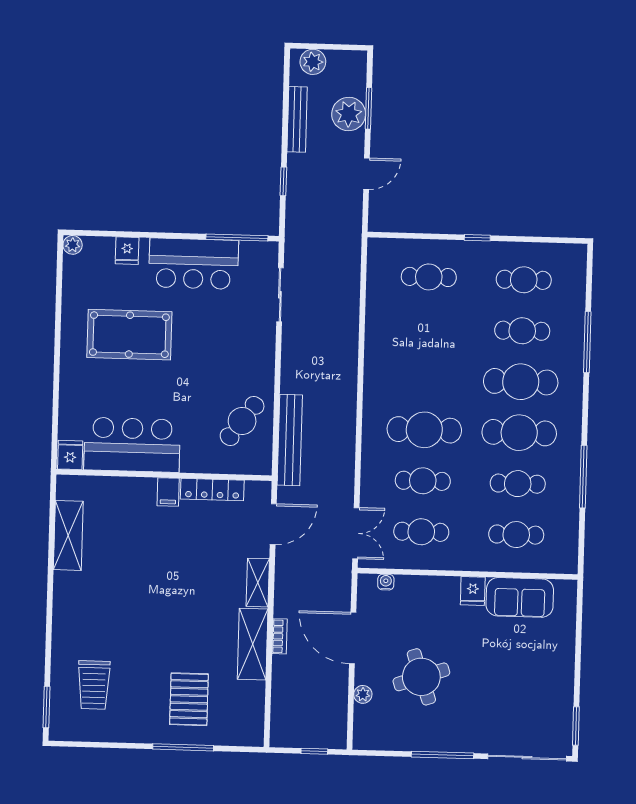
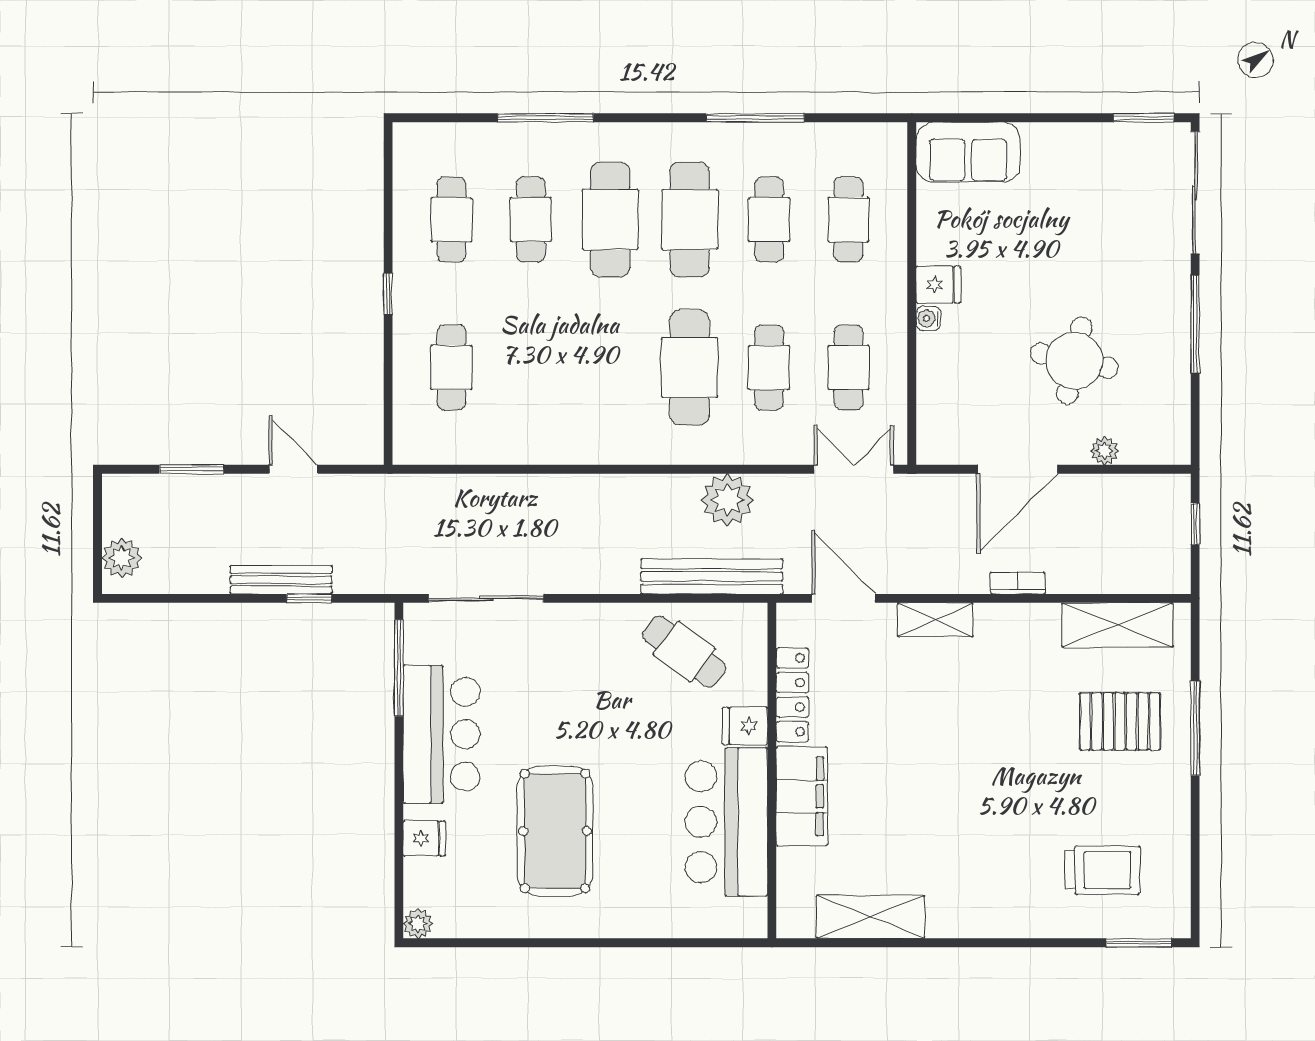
plant: (349, 114) -> (727, 500), moved
bench: (297, 119) -> (281, 580), moved
sliding door: (280, 295) -> (486, 598), width x1.37
fridge: (70, 455) -> (745, 726), moved
filing cabinet: (168, 492) -> (802, 796), width x3.00, depth x1.17
water cooler: (386, 582) -> (928, 318), moved
sofa: (520, 597) -> (968, 152), moved, turned 90
shelving: (253, 644) -> (1117, 625), moved
round table: (421, 677) -> (1074, 361), turned 31

